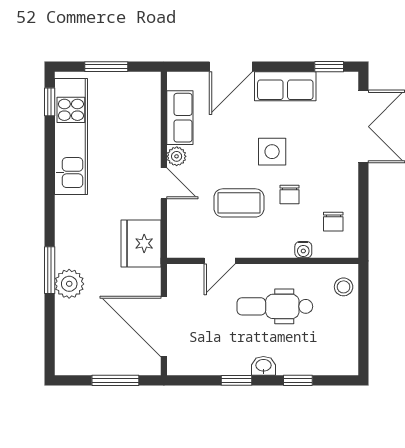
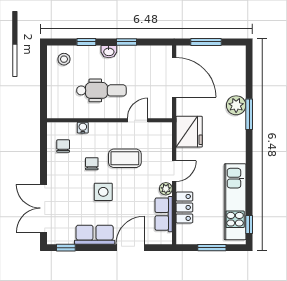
locker: (148, 128) -> (184, 207), added
door: (164, 183) -> (174, 171), swing flipped
stool: (344, 287) -> (64, 59), moved

